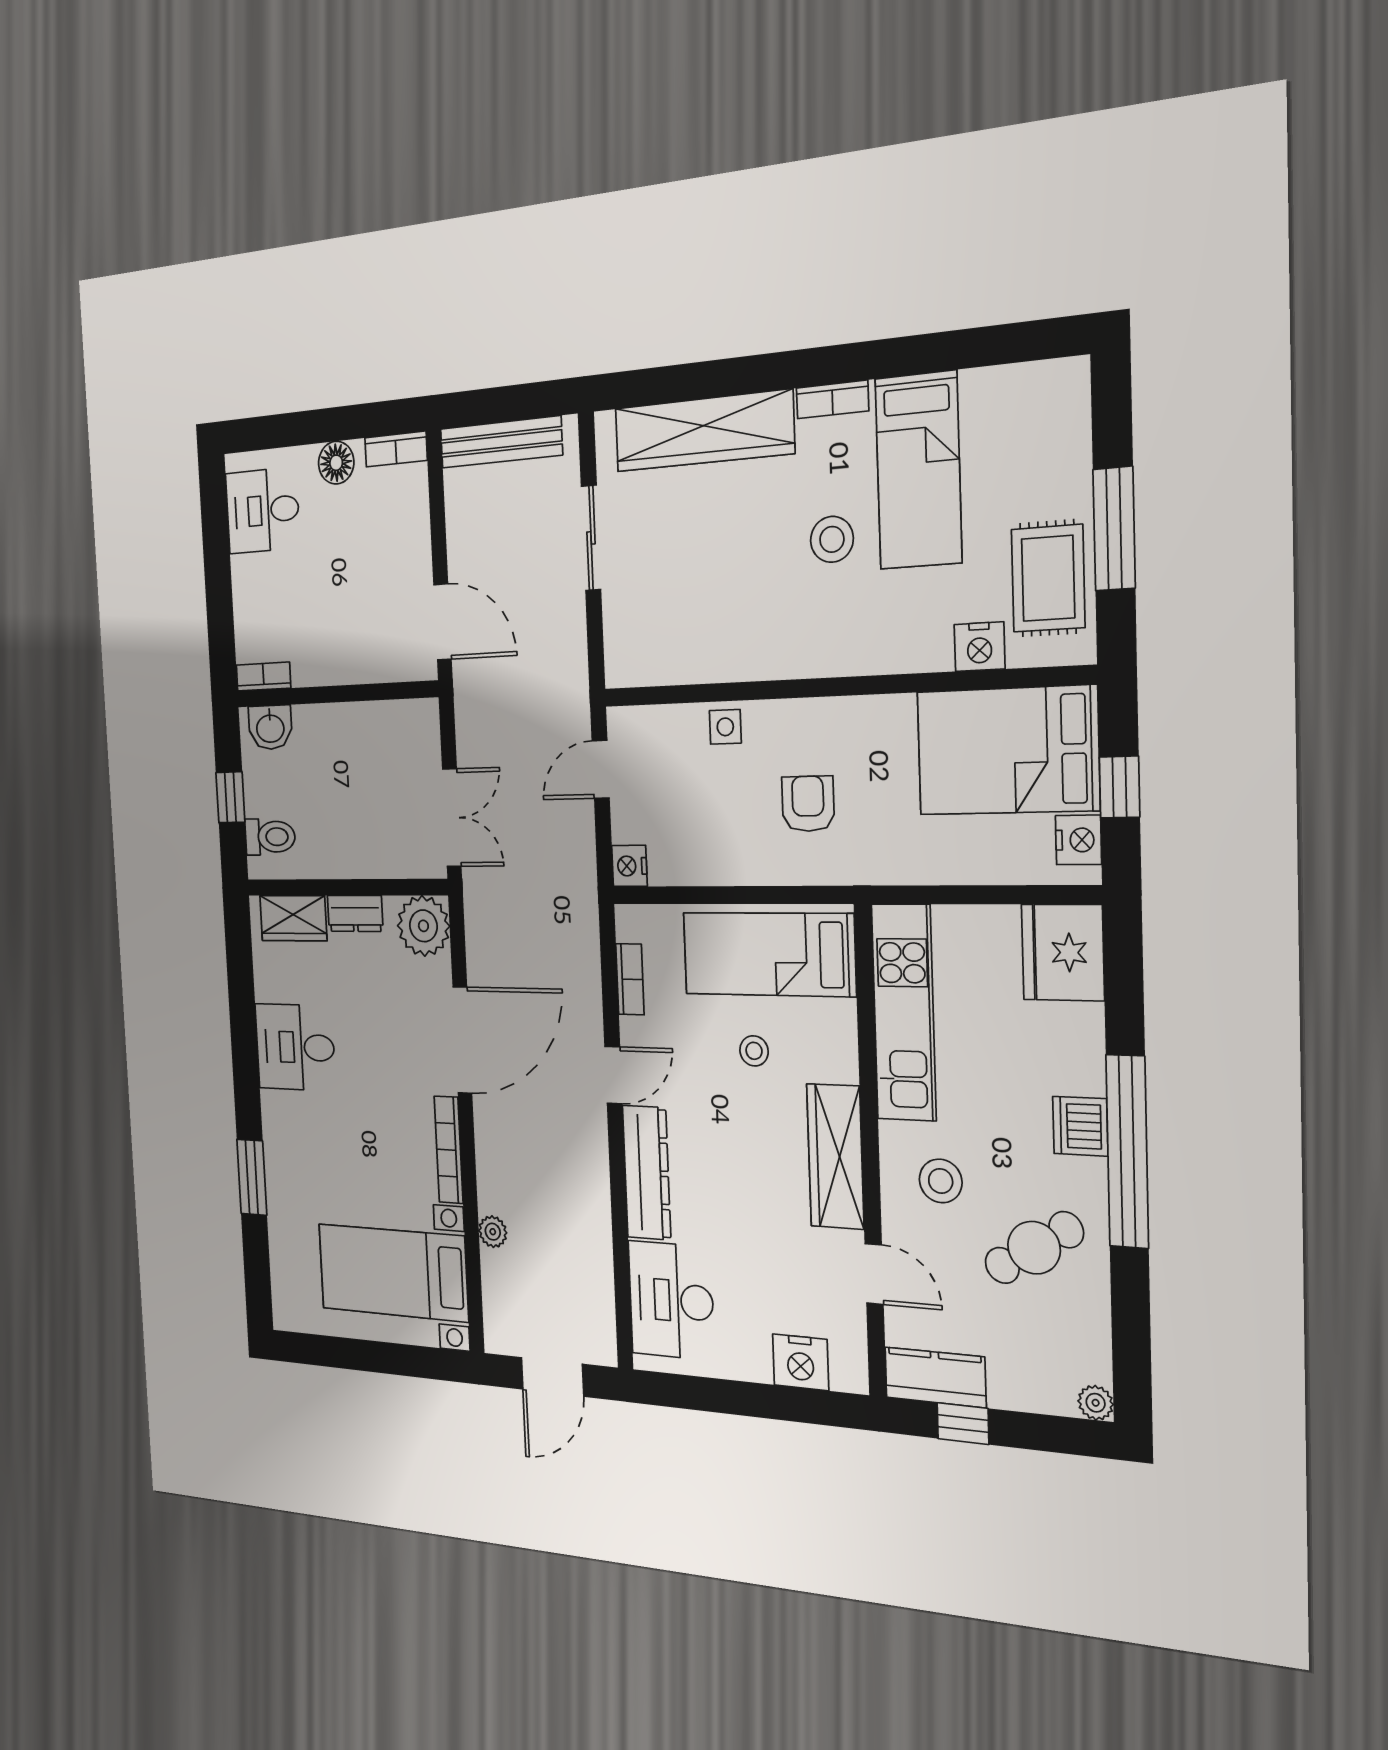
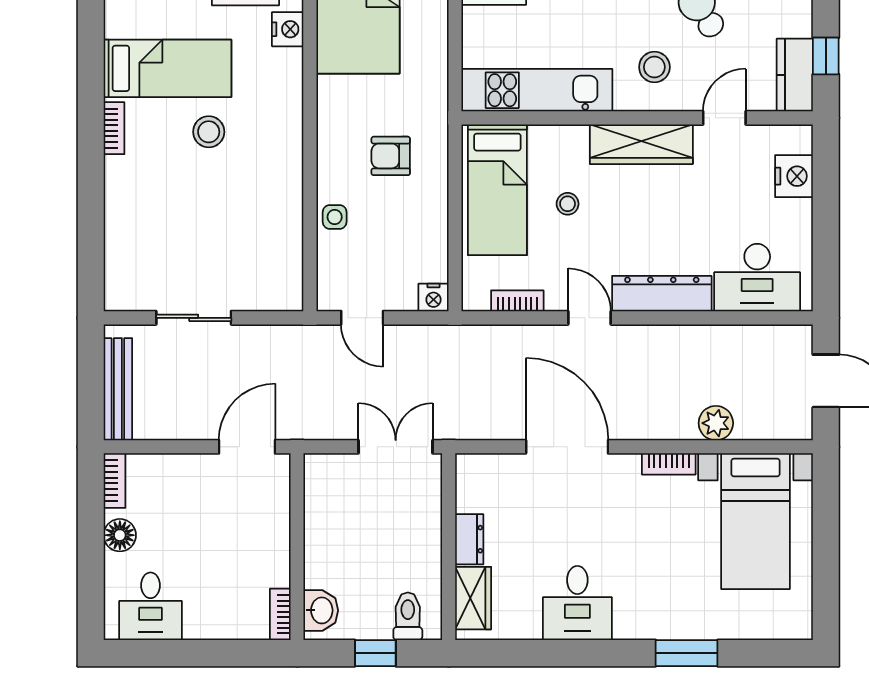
wardrobe: (704, 431) -> (126, 225), removed
plant: (423, 926) -> (479, 477), removed
bookcase: (449, 1150) -> (669, 464), width x0.64
plant: (493, 1232) -> (716, 423), width x1.38, depth x1.38

